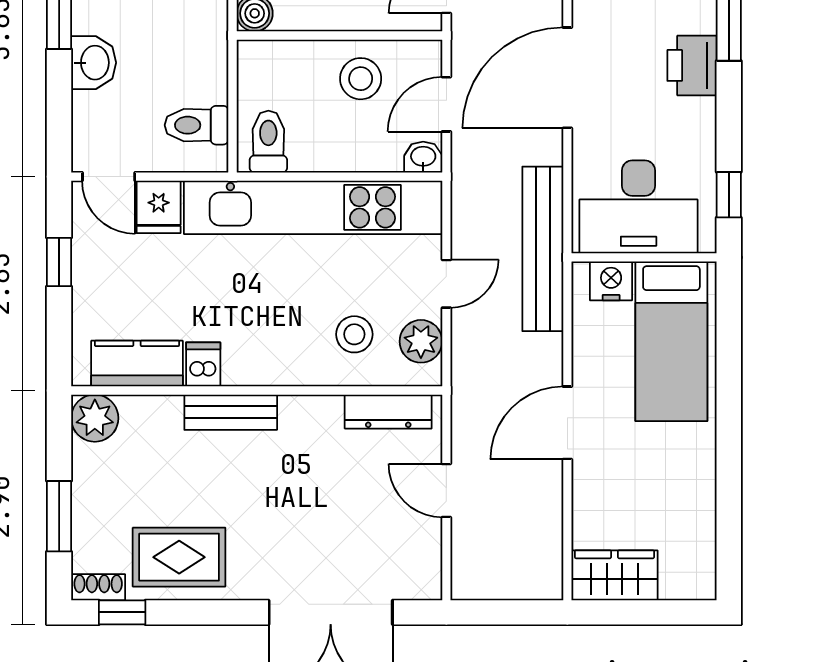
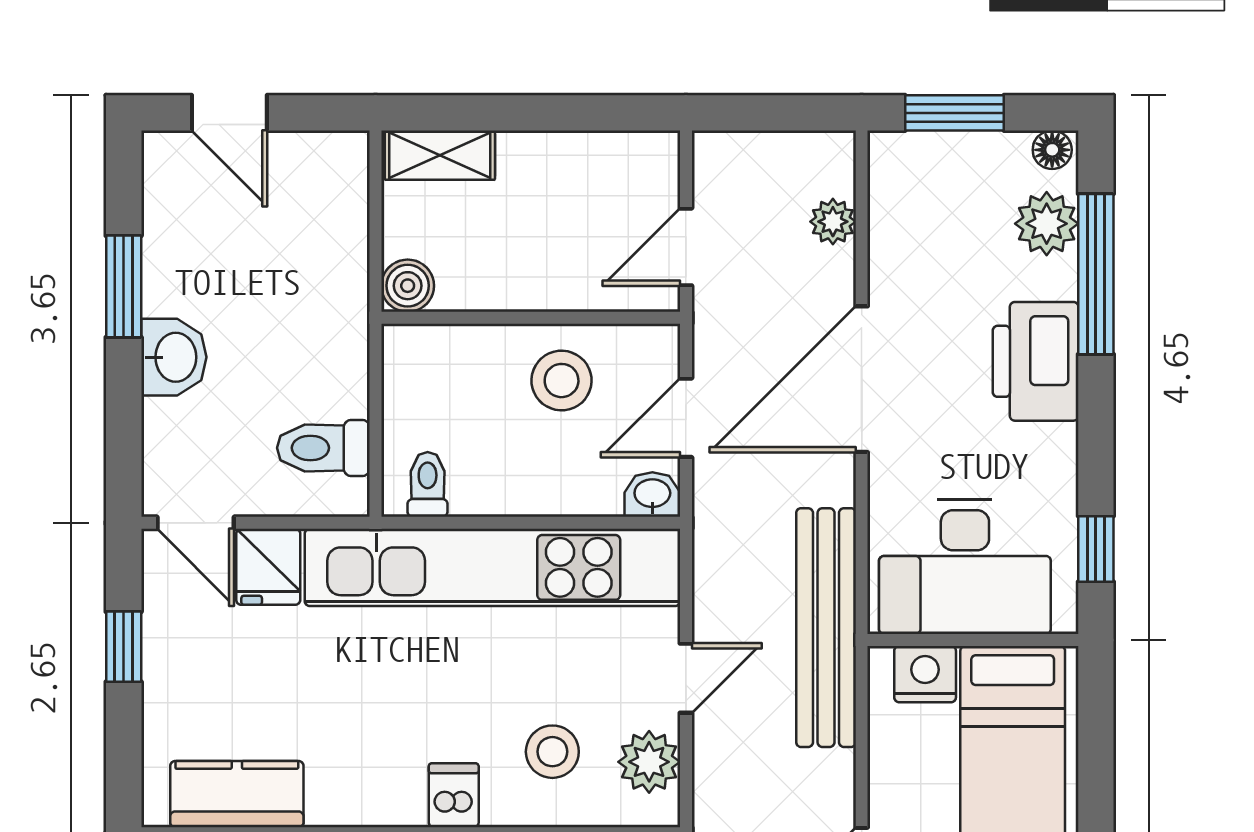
printer: (692, 65) -> (1036, 361), width x1.37, depth x1.19
toilet: (268, 142) -> (428, 484), width x0.73, depth x0.72
dishwasher: (203, 364) -> (454, 795), moved

